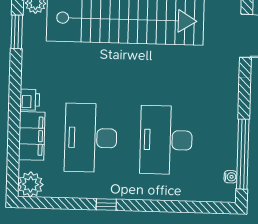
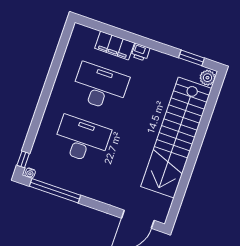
water cooler: (230, 177) -> (30, 173), moved
plant: (31, 184) -> (81, 34), removed
window: (106, 205) -> (23, 159), moved

